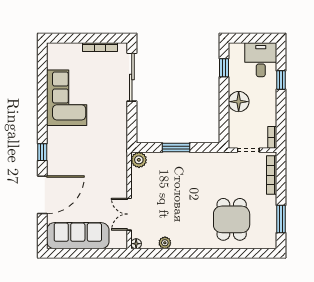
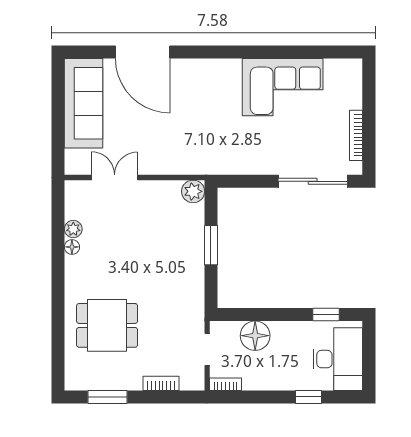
desk: (261, 60) -> (338, 359), width x1.37
floor lamp: (239, 102) -> (255, 336), moved
window: (42, 152) -> (204, 52), removed
bookcase: (272, 175) -> (161, 383), width x0.64
floor lamp: (136, 244) -> (72, 247), moved

